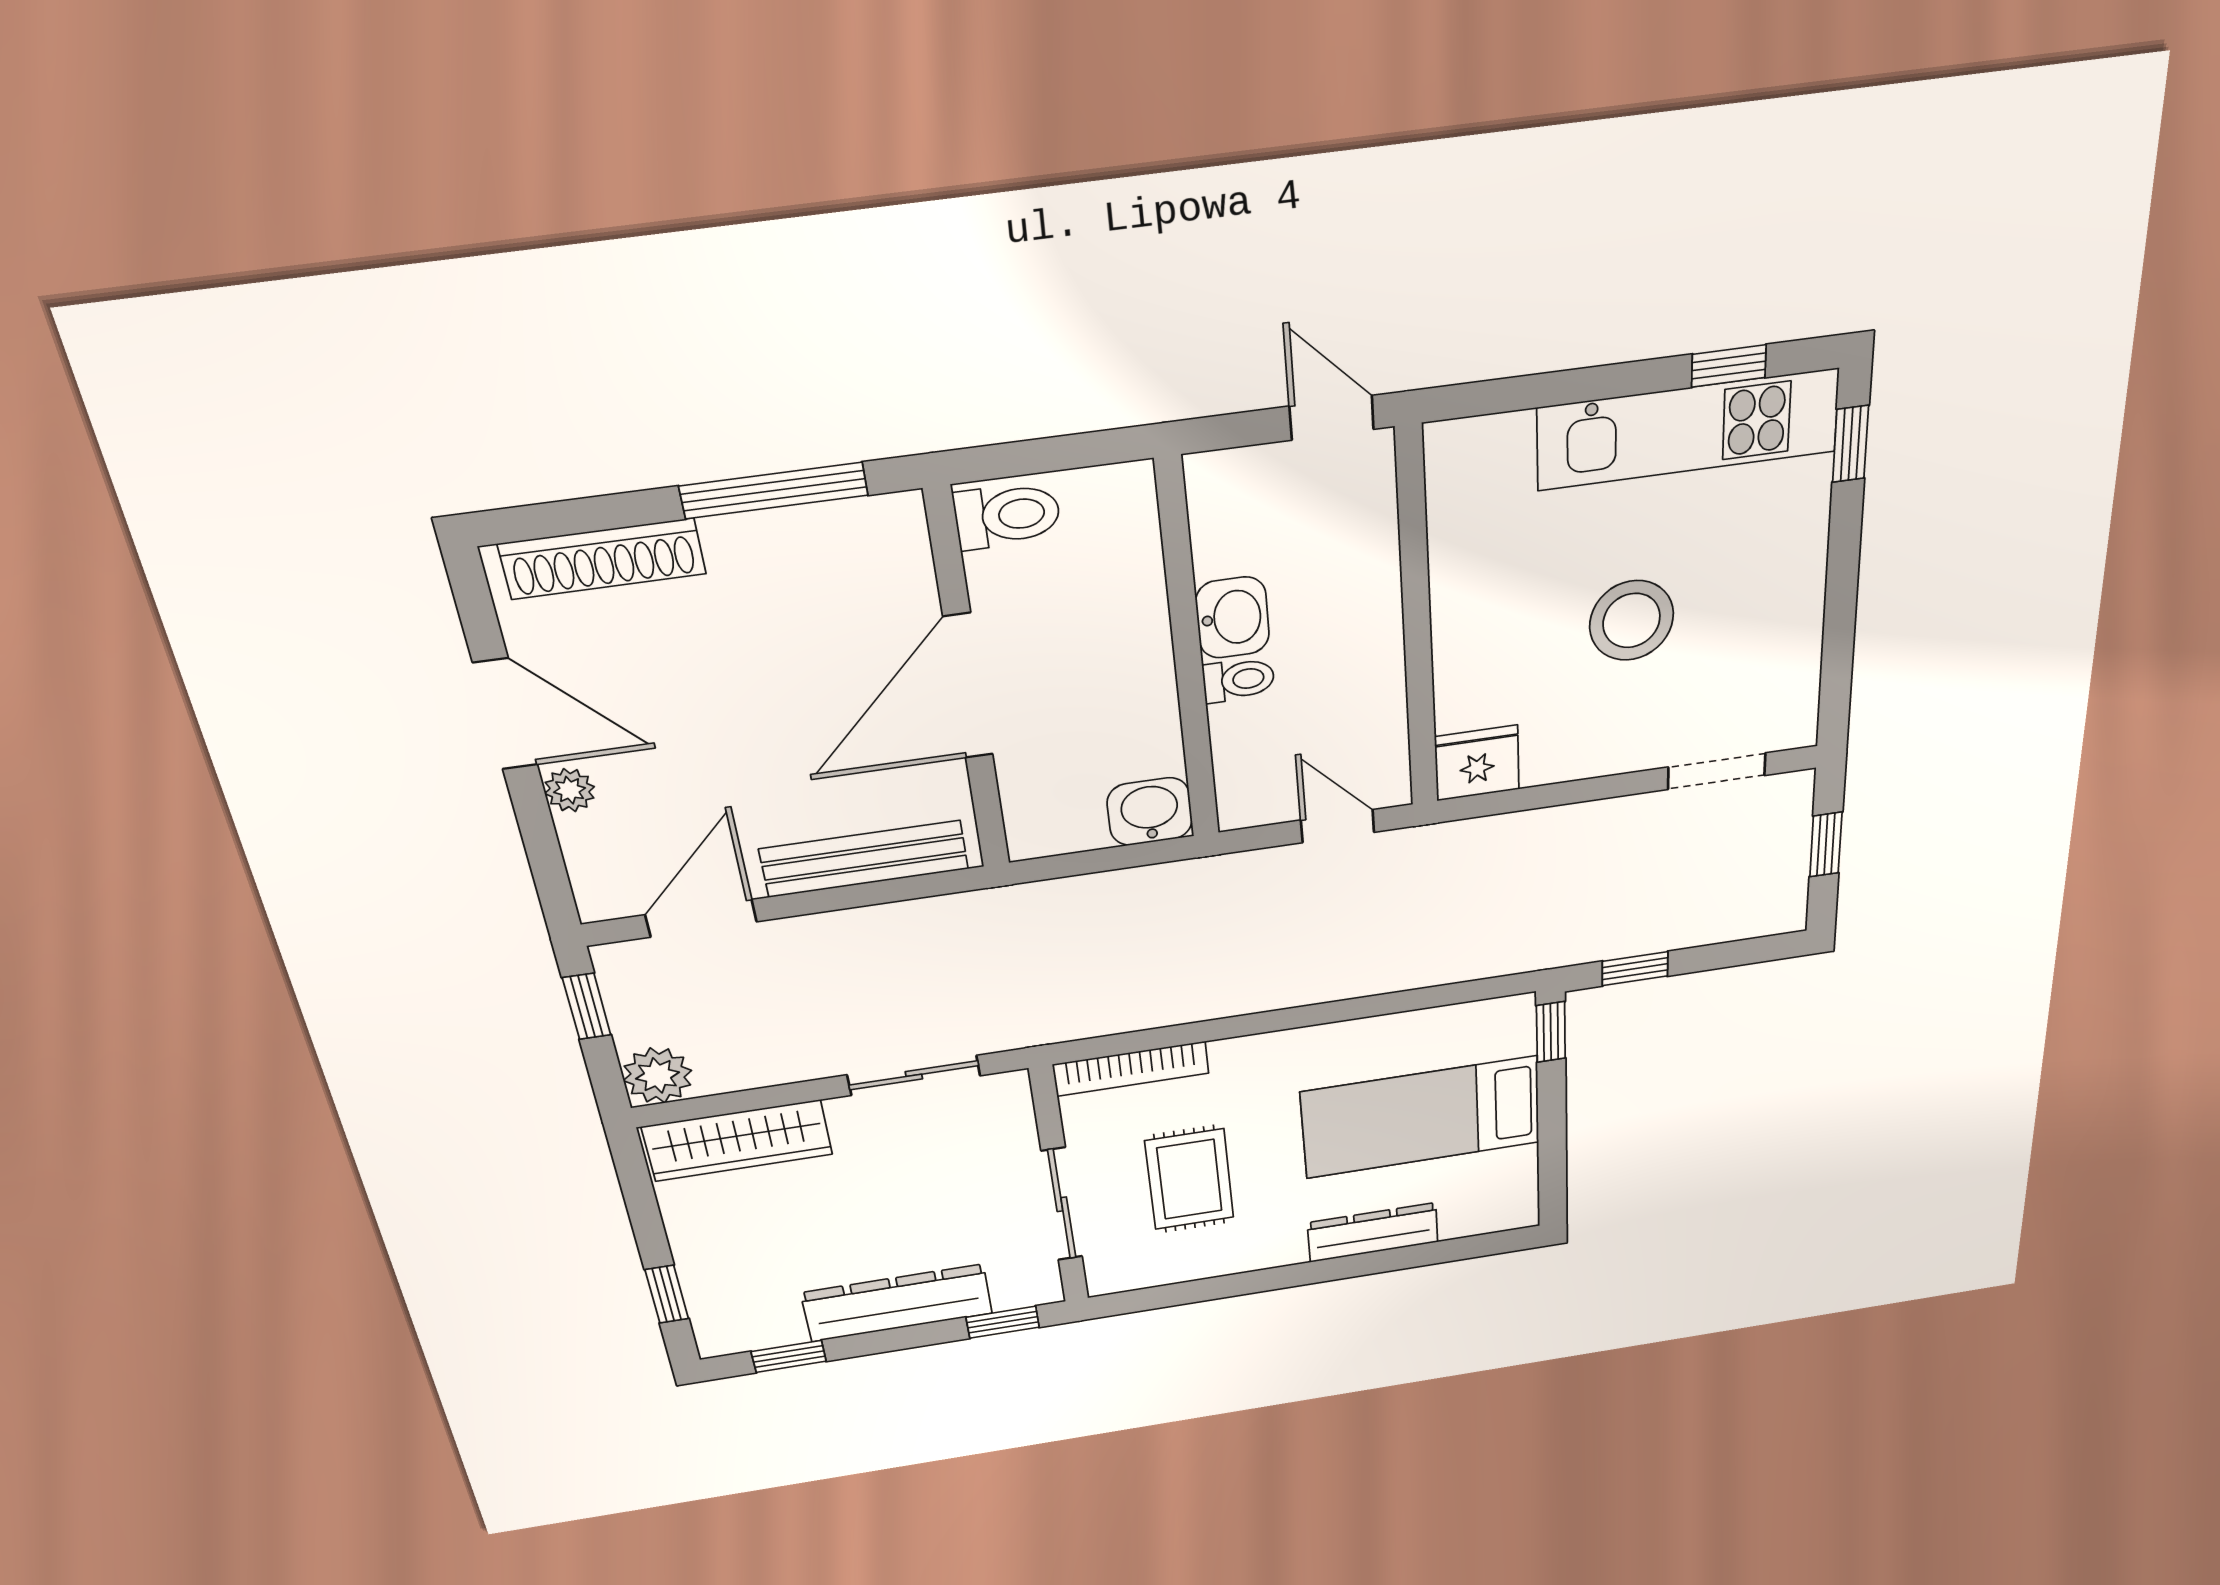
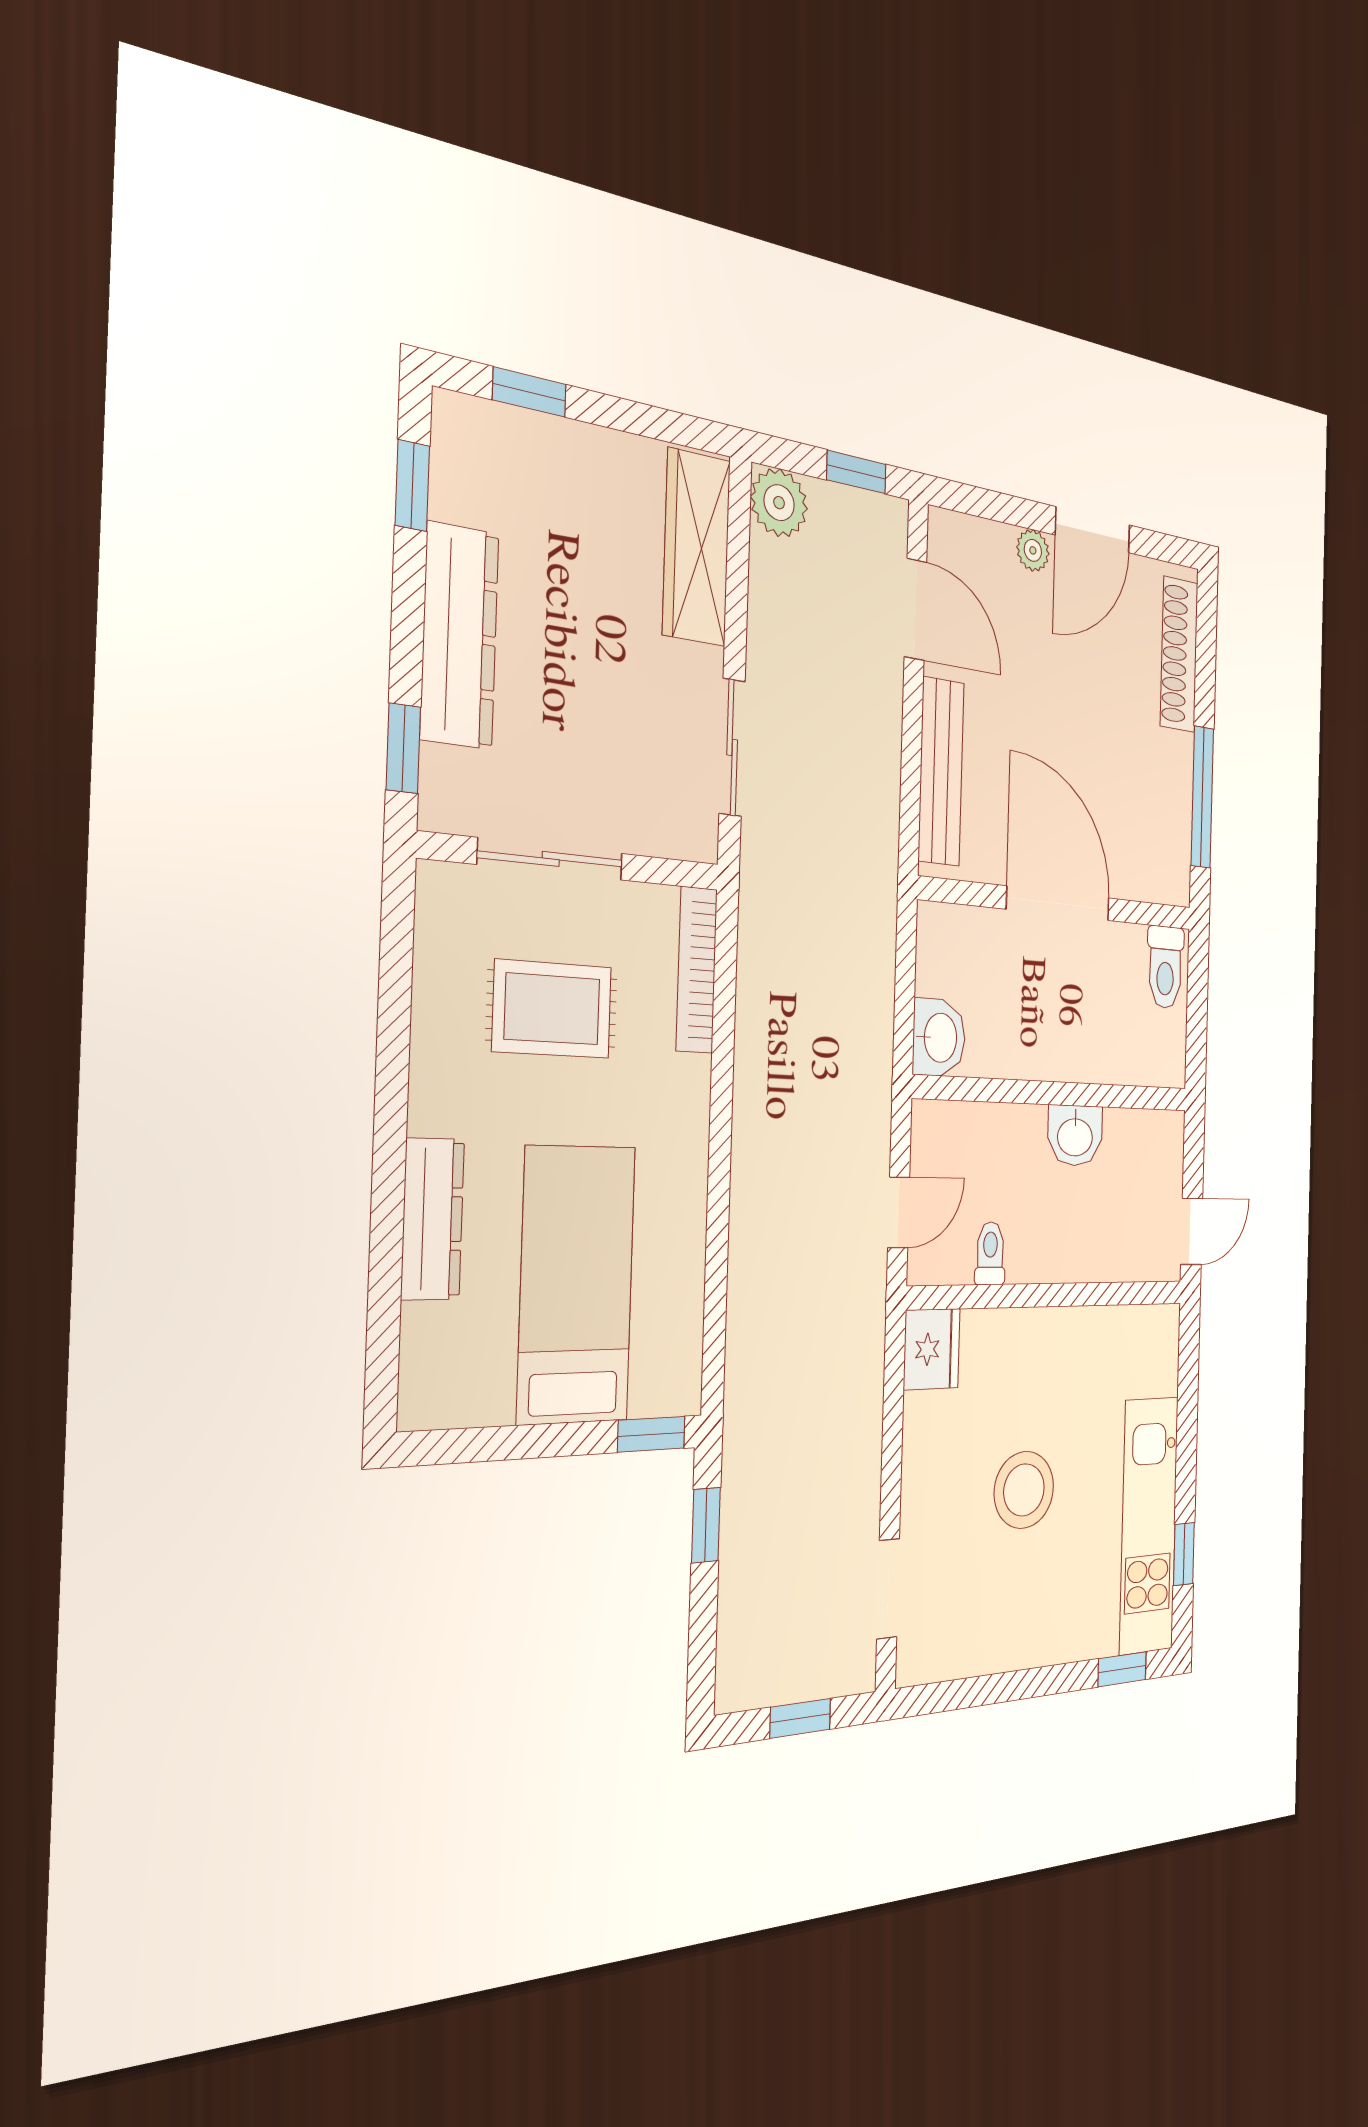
toilet: (1239, 680) -> (990, 1253), moved, turned 180

